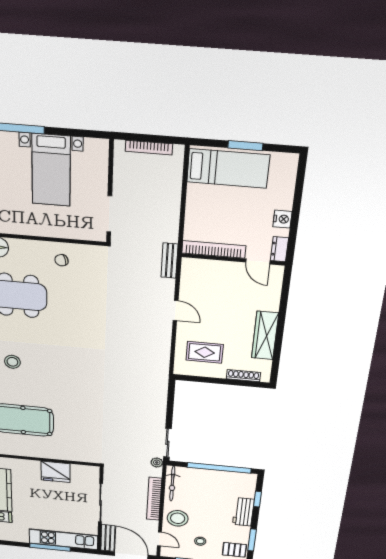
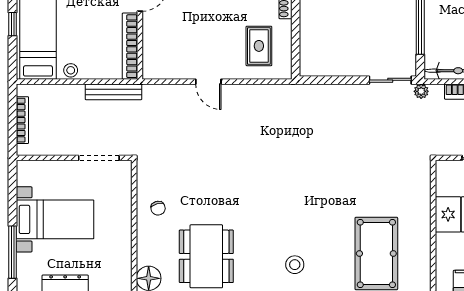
window: (245, 146) -> (13, 24), width x0.67
stool: (195, 196) -> (71, 70), added
bench: (170, 261) -> (113, 92), moved, width x1.36
door: (176, 311) -> (208, 82), swing flipped

